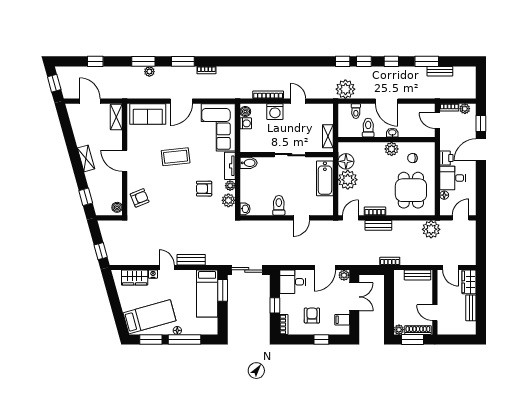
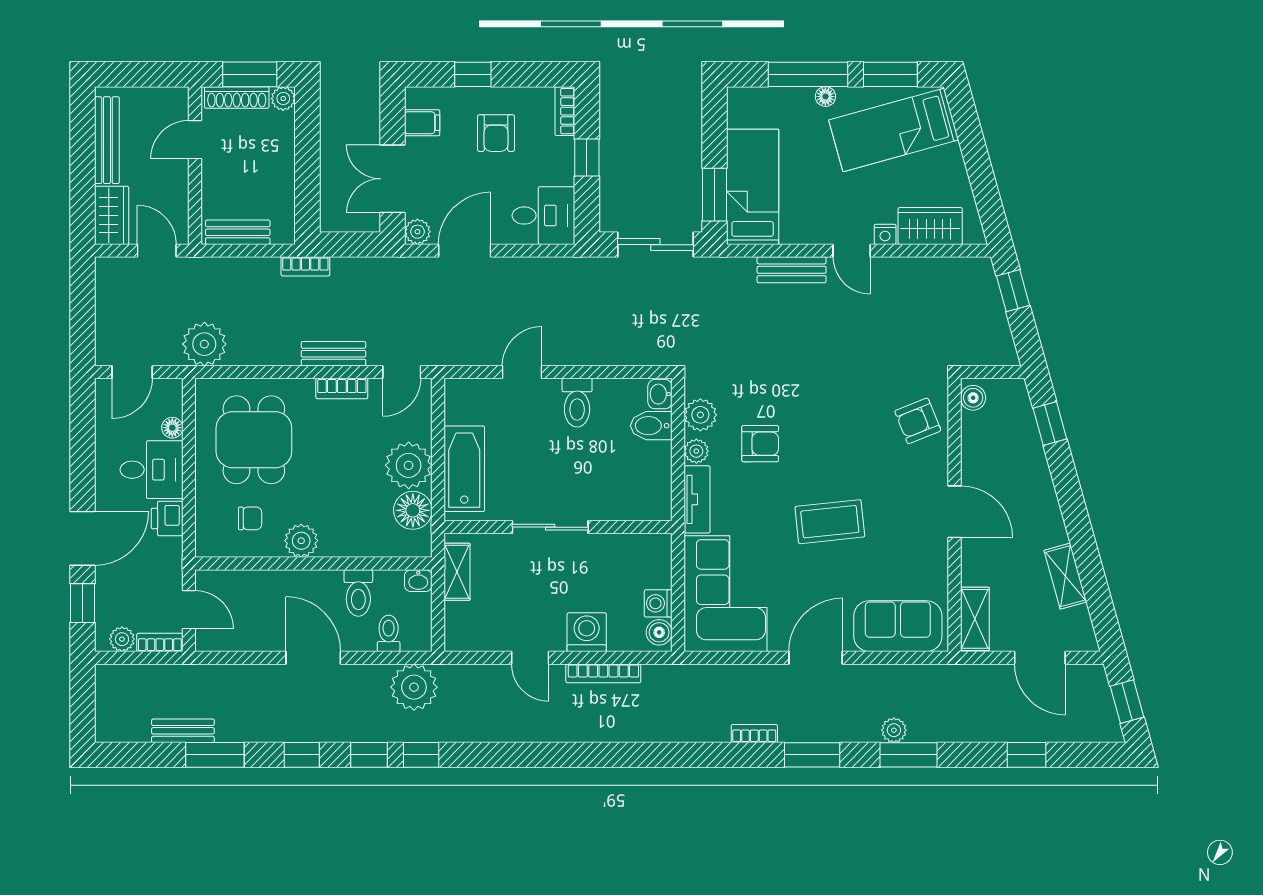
washbasin: (392, 133) -> (418, 581), moved
shelving: (86, 158) -> (1065, 576), moved
bidet: (249, 163) -> (651, 426), moved
bench: (471, 308) -> (107, 140), width x1.36
door: (435, 313) -> (195, 140), swing flipped

